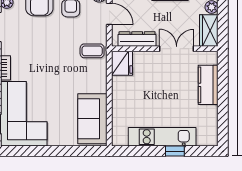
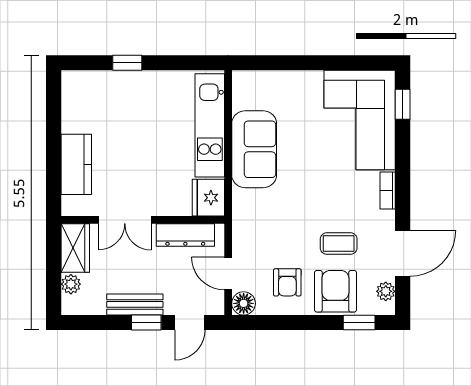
coffee table: (92, 51) -> (339, 244), moved
sofa: (92, 119) -> (254, 149), moved
kitchen unit: (162, 137) -> (210, 125), moved, turned 90

